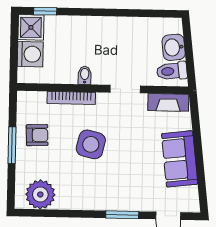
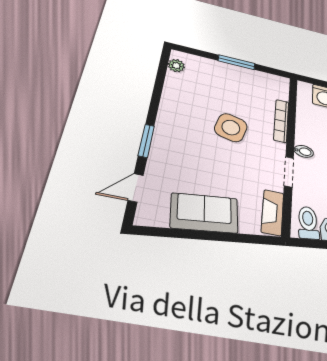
bidet: (85, 75) -> (304, 151), moved
armchair: (37, 135) -> (245, 84), removed
plant: (40, 194) -> (176, 66), width x0.53, depth x0.53

